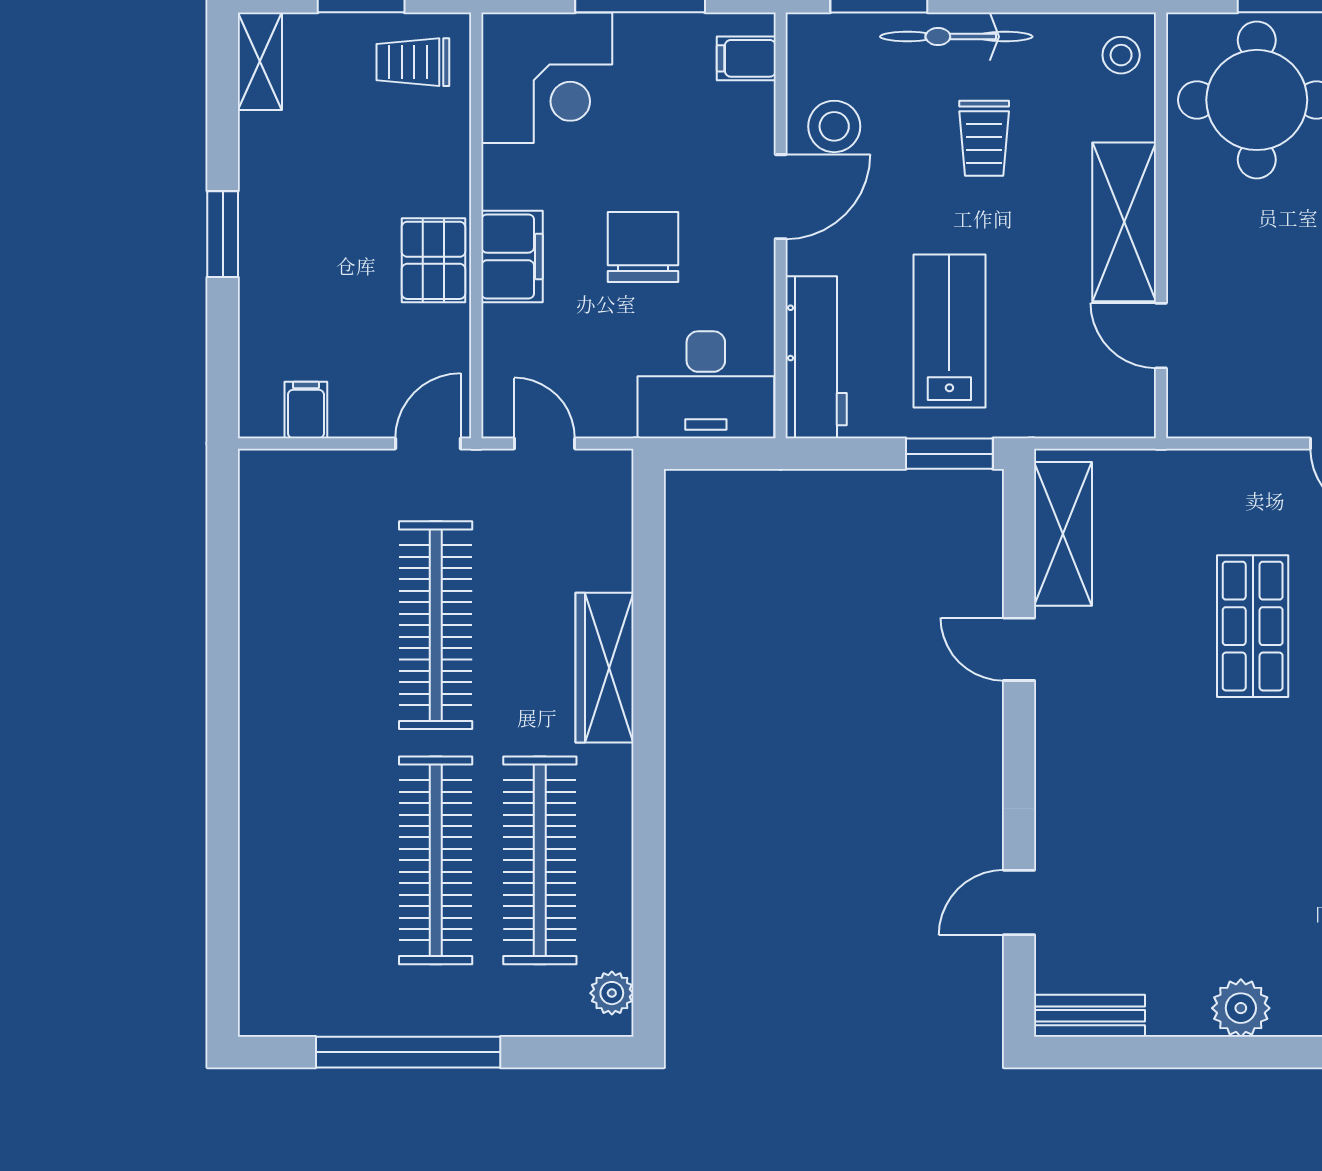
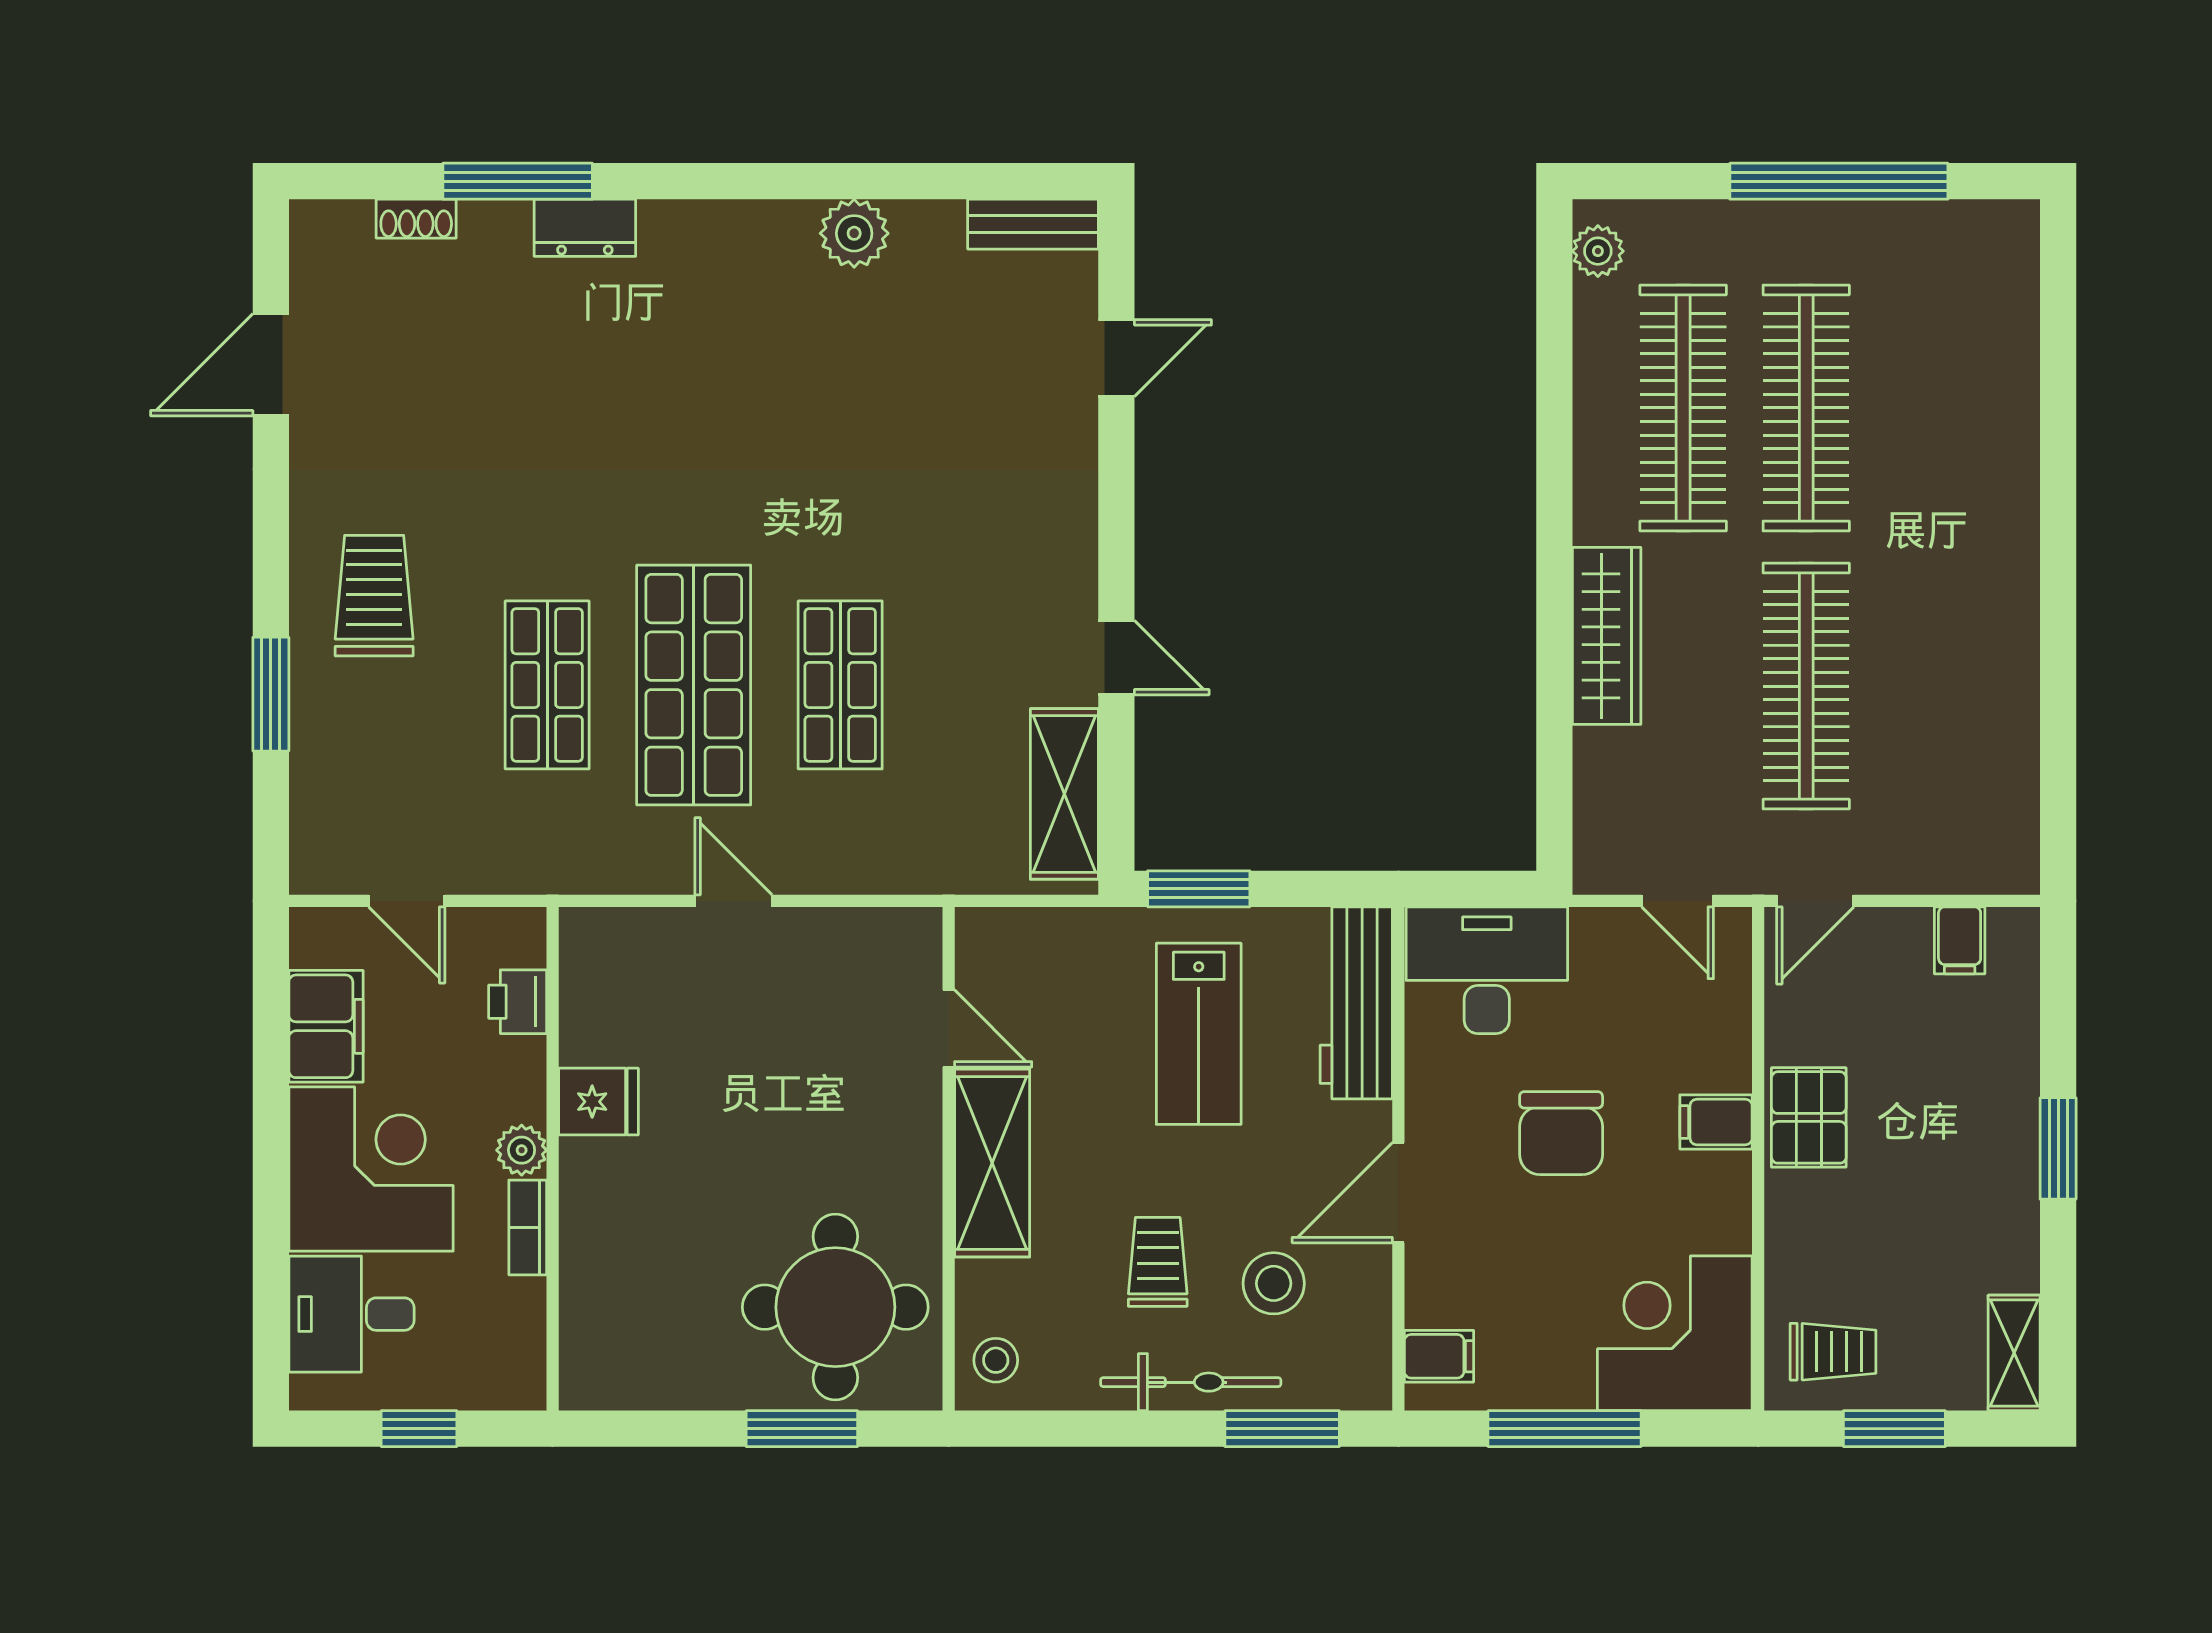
stool: (834, 126) -> (1274, 1283), moved
filing cabinet: (512, 256) -> (1716, 1122), width x0.50

